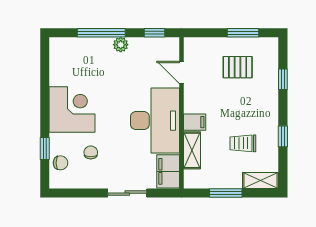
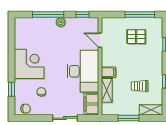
window: (243, 33) -> (140, 14), width x1.44
chair: (61, 163) -> (26, 109), moved

